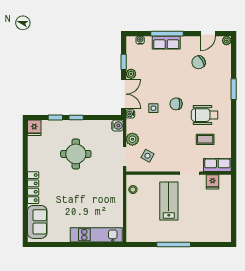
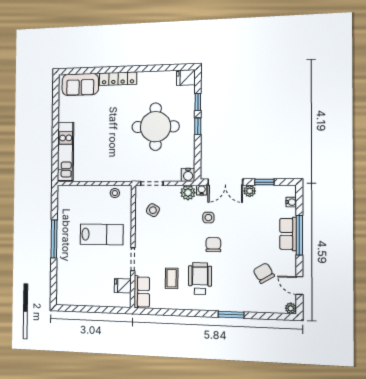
plant: (132, 139) -> (188, 193), moved
round table: (76, 154) -> (156, 127), width x1.36, depth x1.36

